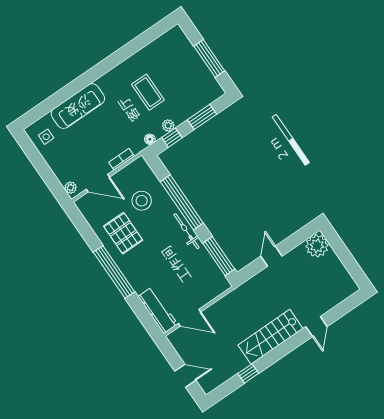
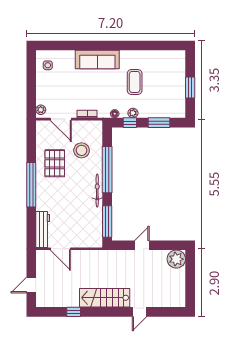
window: (209, 58) -> (190, 87), width x0.69
sofa: (78, 106) -> (97, 59), moved
door: (185, 376) -> (31, 285), swing flipped

